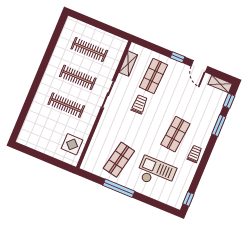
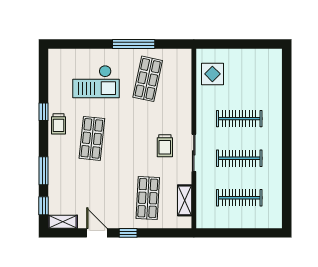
trolley: (139, 104) -> (165, 146), moved
window: (188, 199) -> (44, 112), moved

